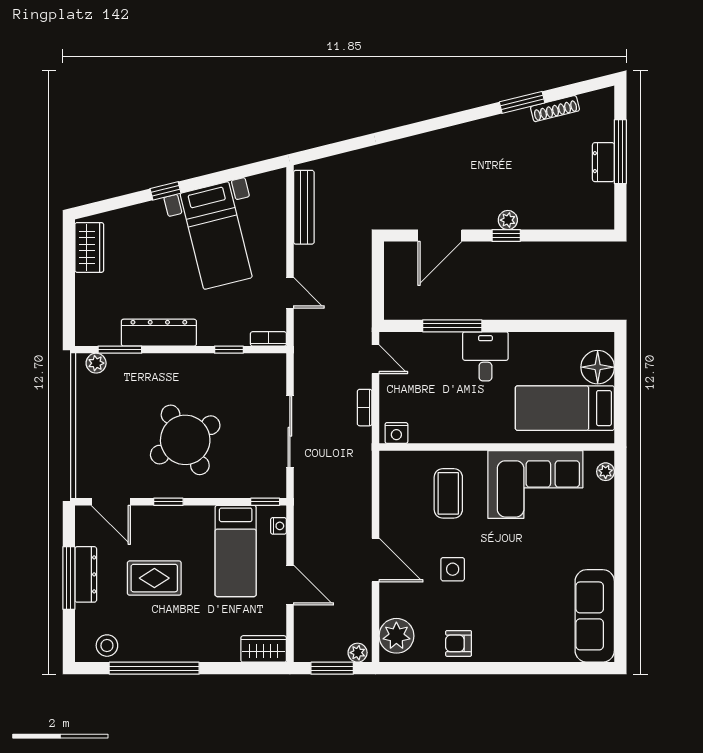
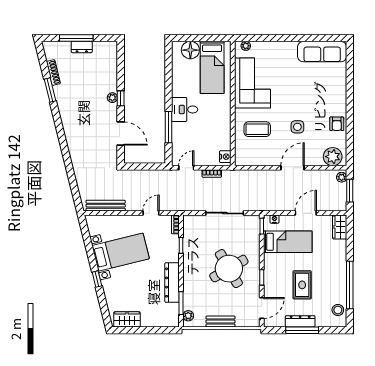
bench: (85, 424) -> (221, 321), added

